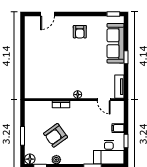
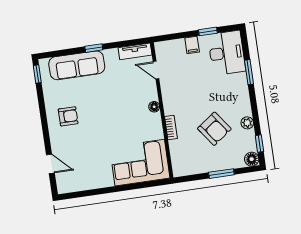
corner sofa: (39, 78) -> (140, 163), added
door: (104, 100) -> (156, 70), swing flipped

